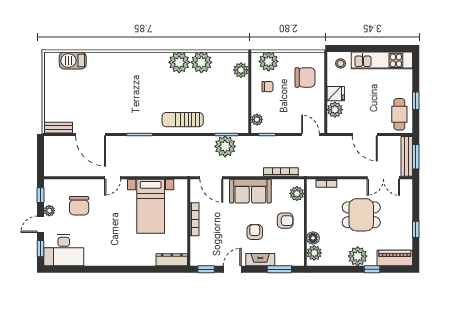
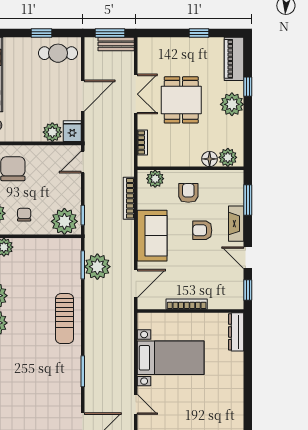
fridge: (336, 94) -> (72, 131), moved
plant: (257, 120) -> (64, 221), width x1.87, depth x1.87
bench: (407, 156) -> (116, 44), width x0.73
double door: (383, 178) -> (136, 94), moved

